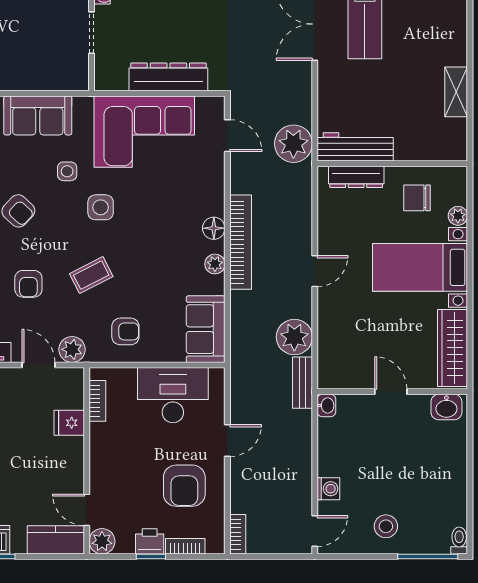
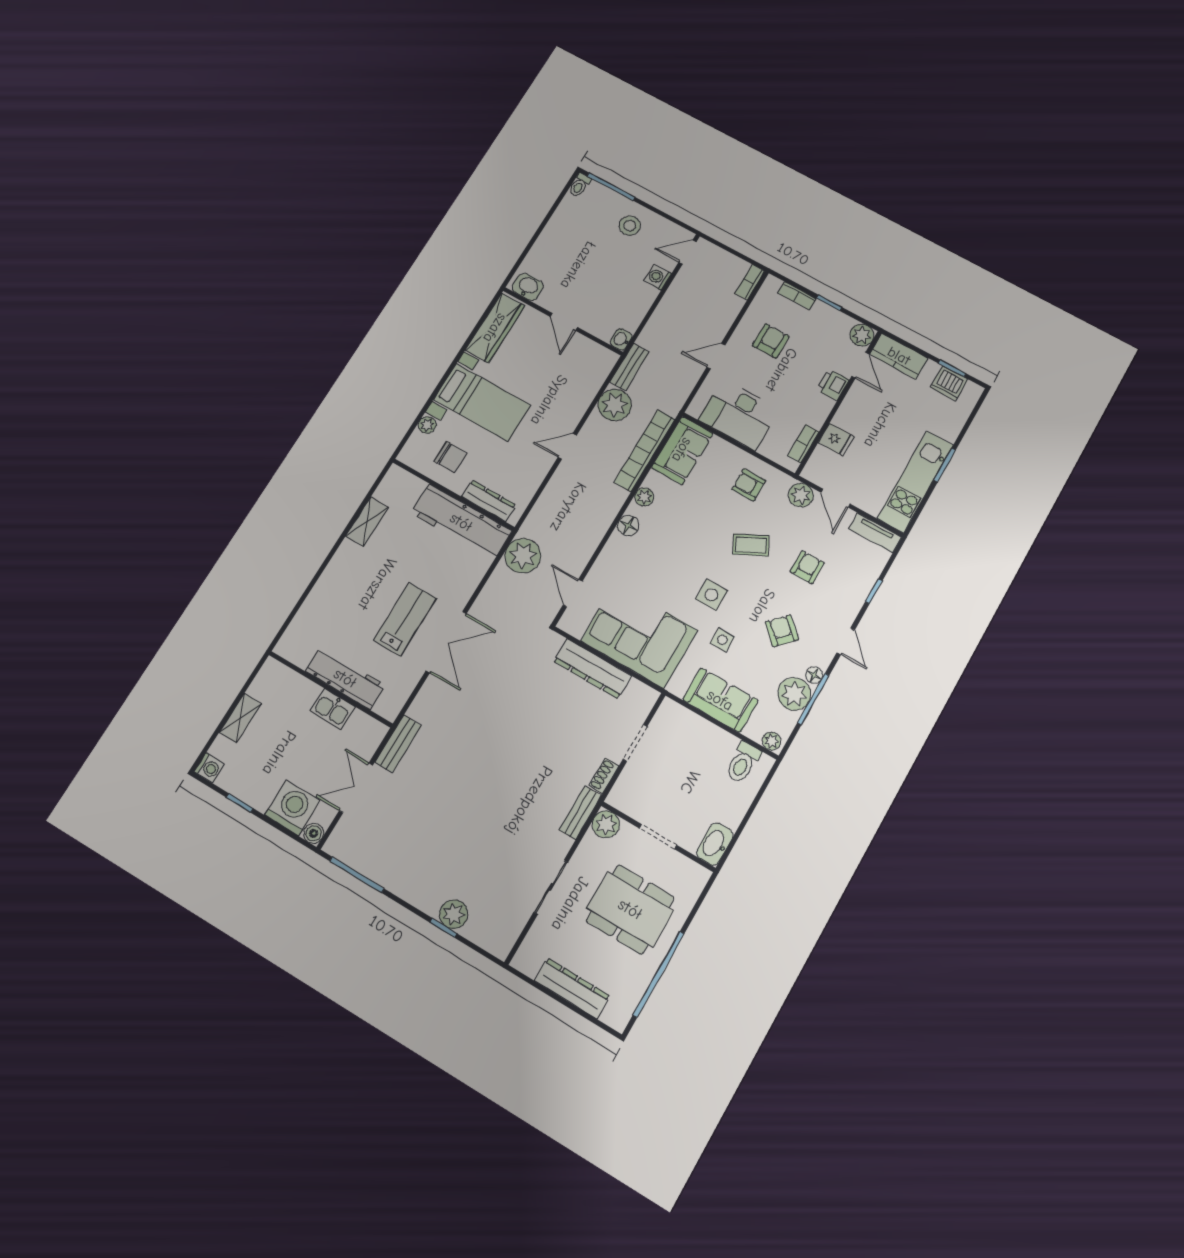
workbench: (355, 147) -> (461, 522), width x1.36, depth x1.32
bookcase: (241, 242) -> (645, 451), moved
armchair: (184, 486) -> (771, 341), width x0.72, depth x0.72
printer: (150, 541) -> (833, 385), moved, turned 90

